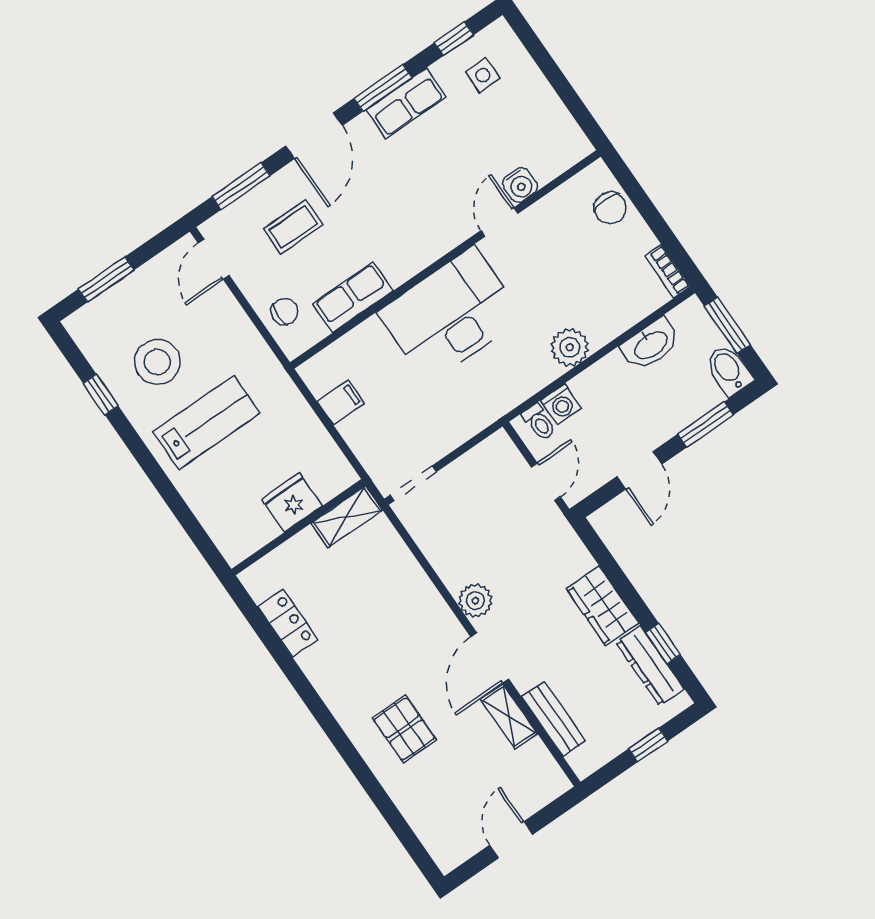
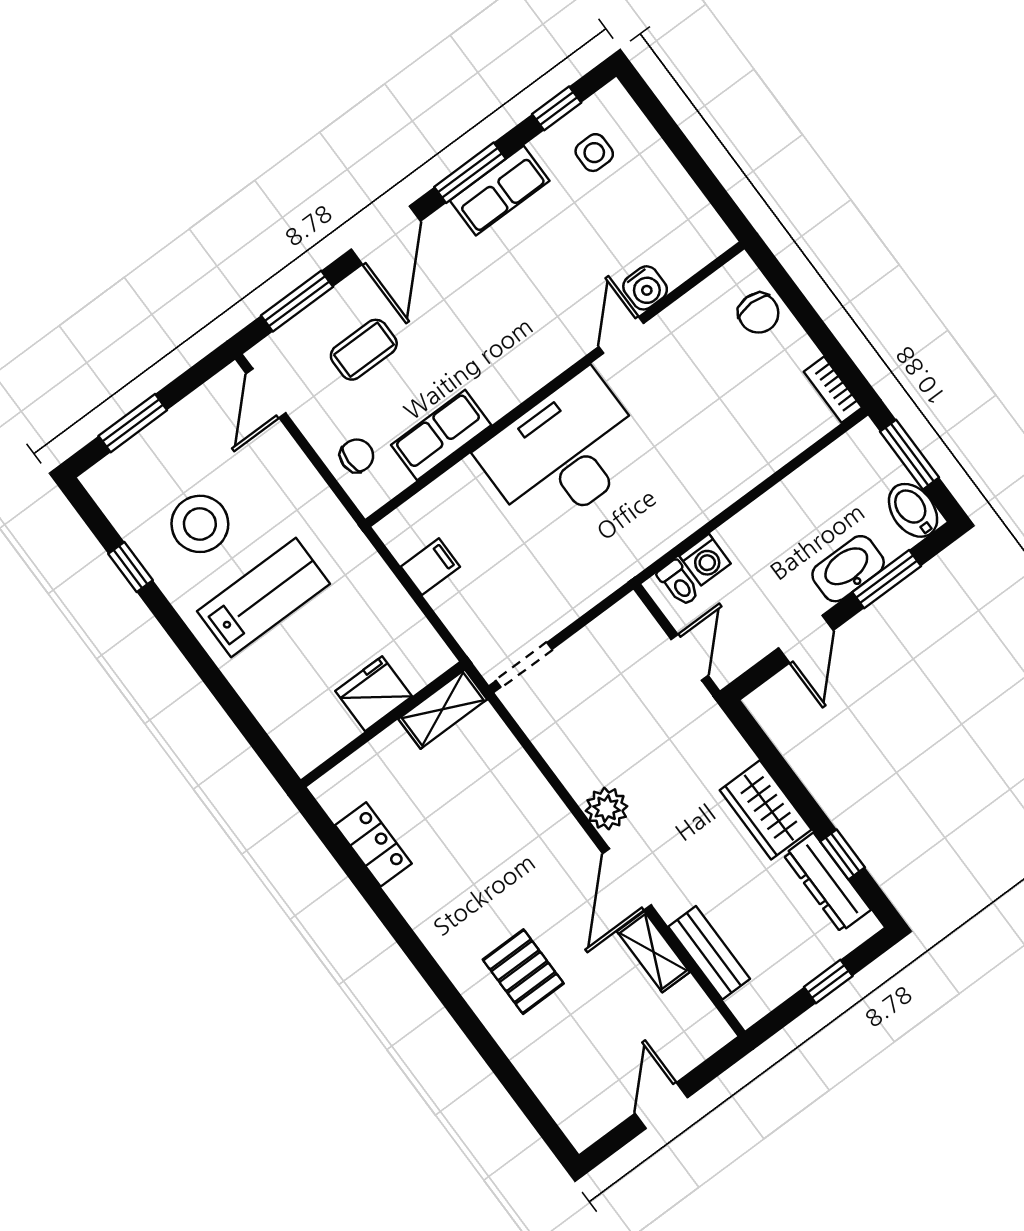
washbasin: (651, 344) -> (848, 569), moved, turned 180
plant: (570, 347) -> (714, 489), removed

